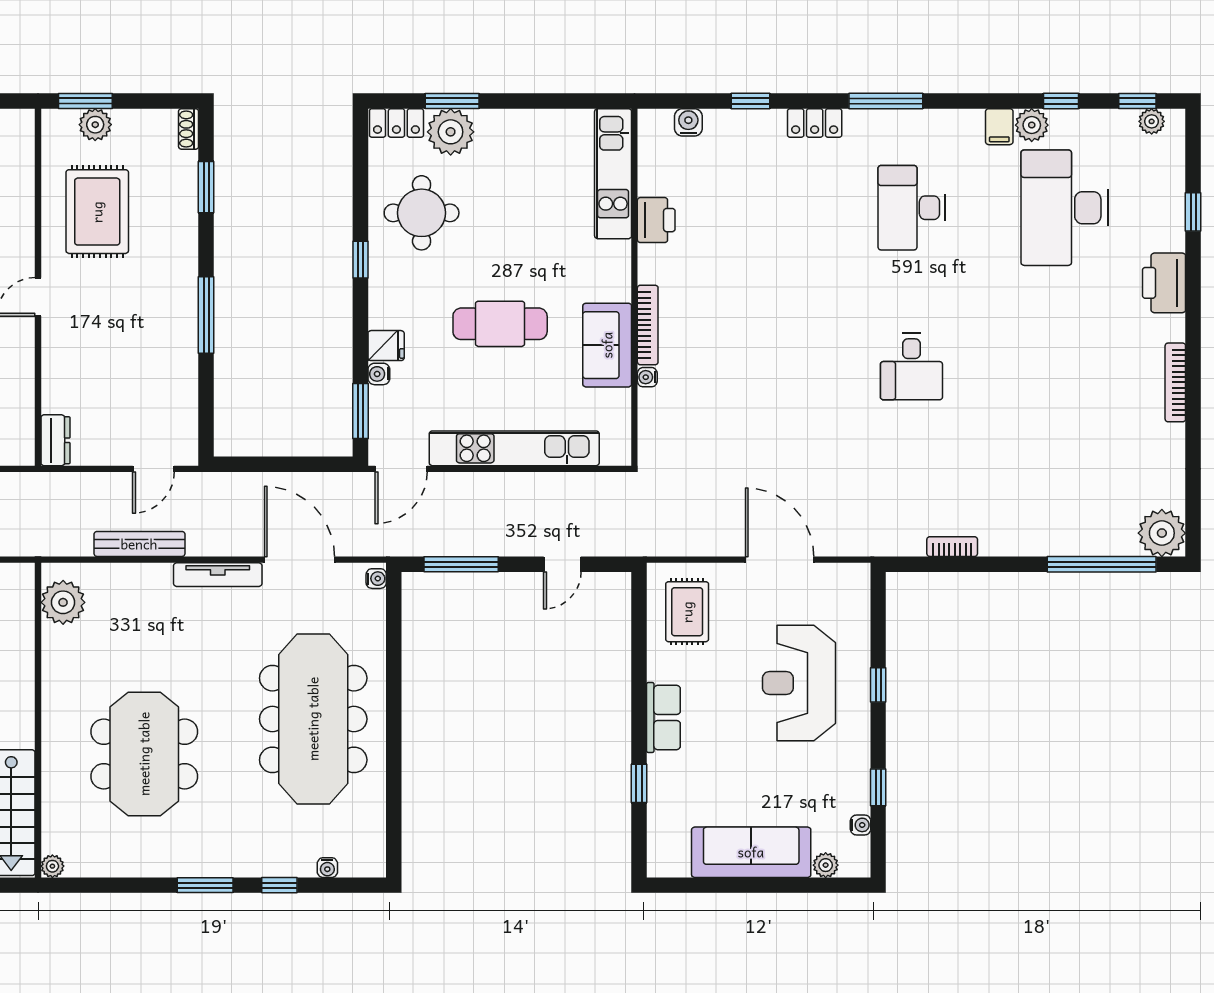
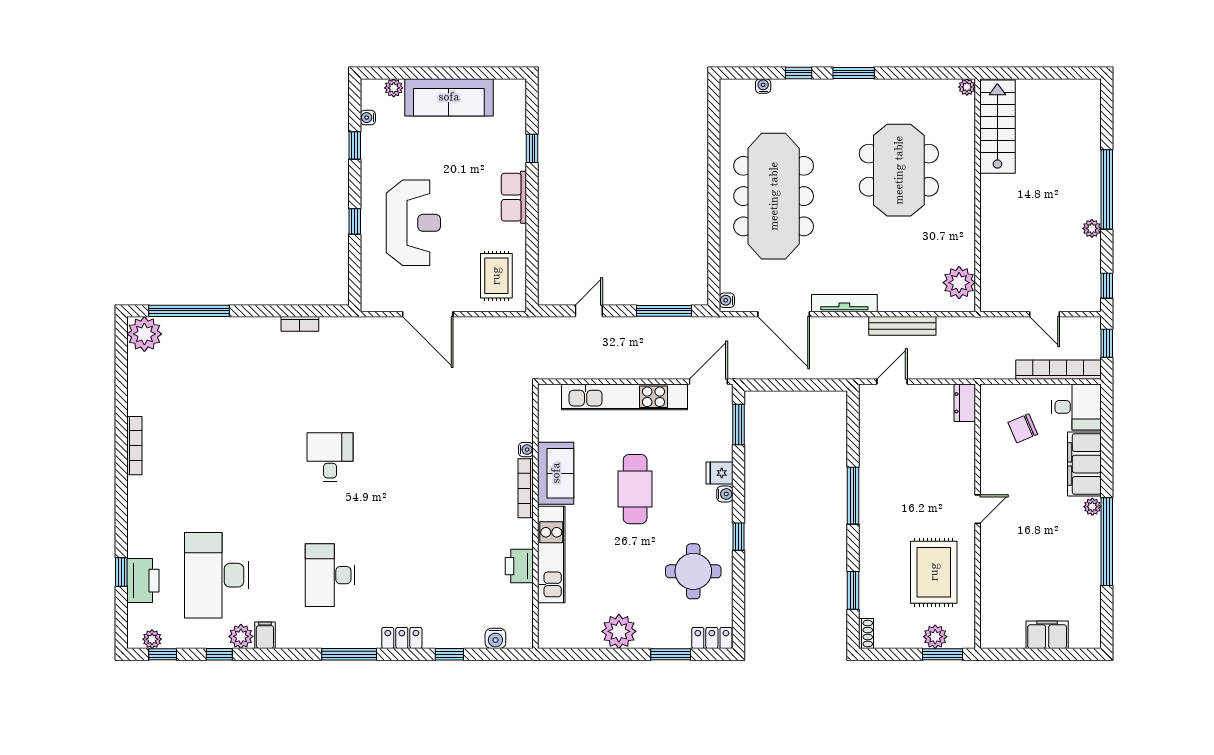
plant: (451, 132) -> (619, 631), moved
kitchen unit: (613, 174) -> (551, 554), moved
desk: (911, 208) -> (330, 575), turned 180
desk: (1064, 208) -> (217, 575), turned 180
printer: (1164, 283) -> (143, 581), moved
cafe table: (500, 324) -> (635, 489), turned 90
water cooler: (379, 374) -> (725, 494), moved

